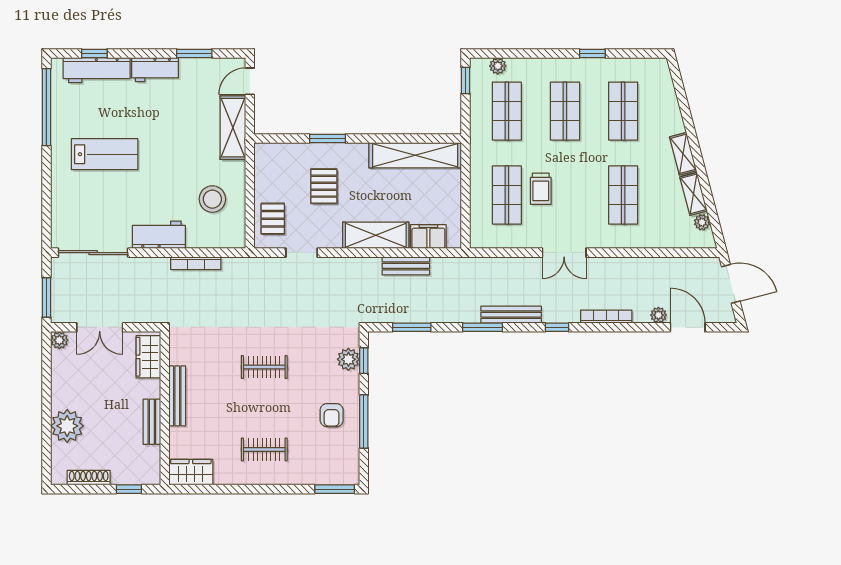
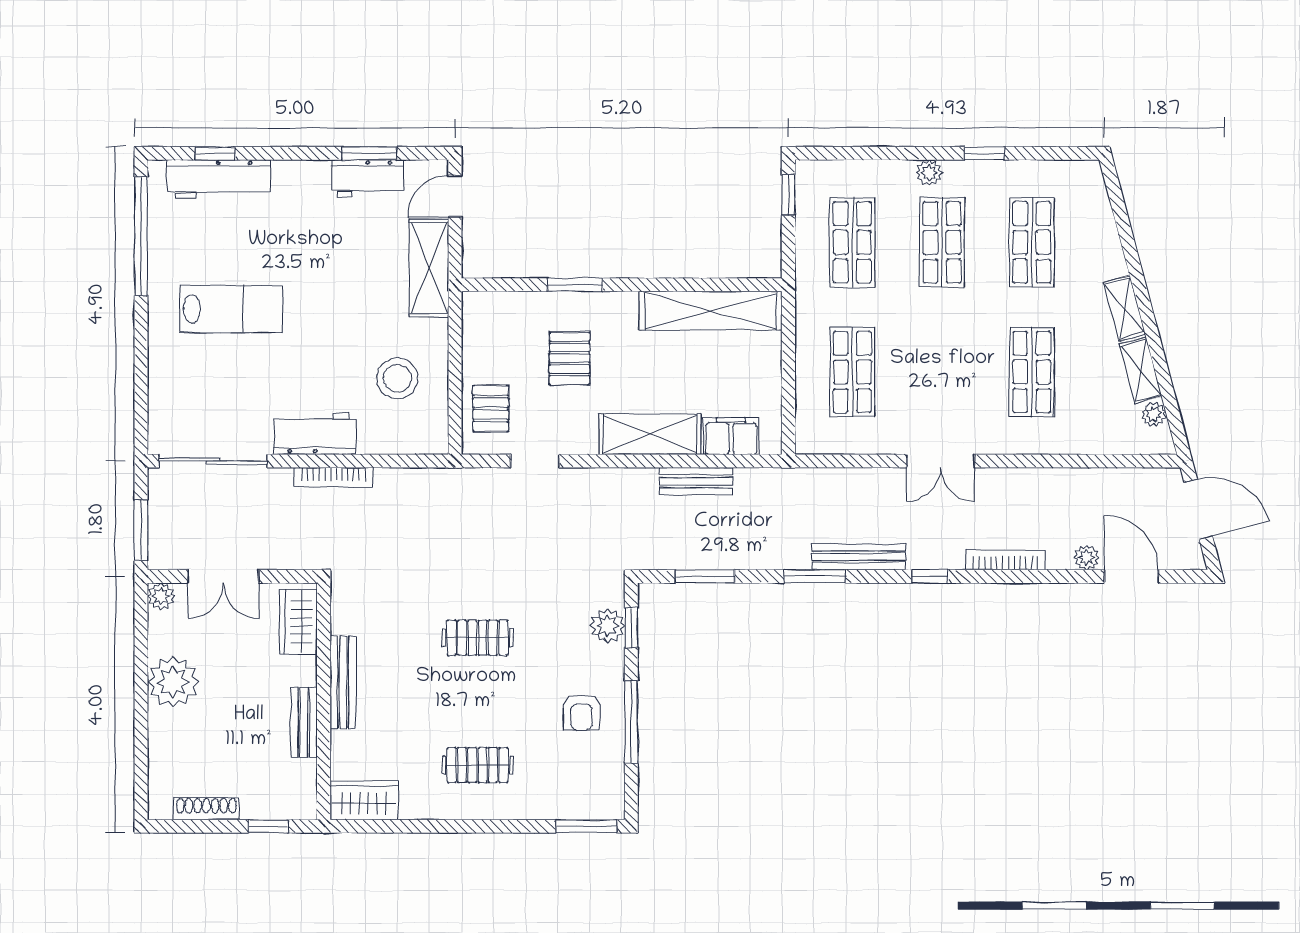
plant: (498, 66) -> (929, 173), moved
workbench: (155, 70) -> (368, 178), moved
trolley: (541, 189) -> (905, 362), removed
bookcase: (196, 263) -> (333, 477), moved
plant: (67, 426) -> (173, 682), moved

